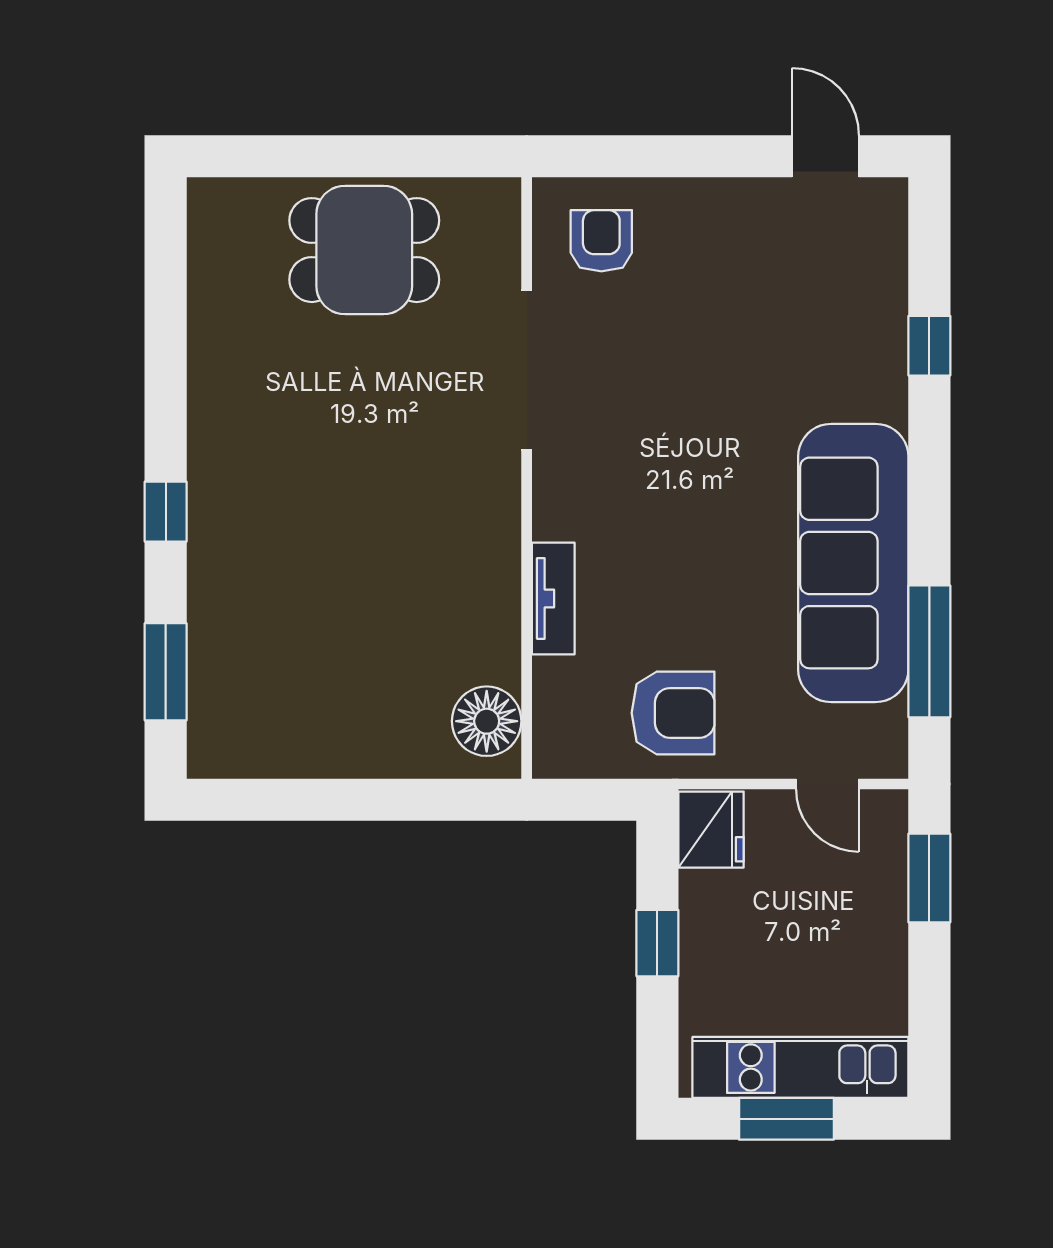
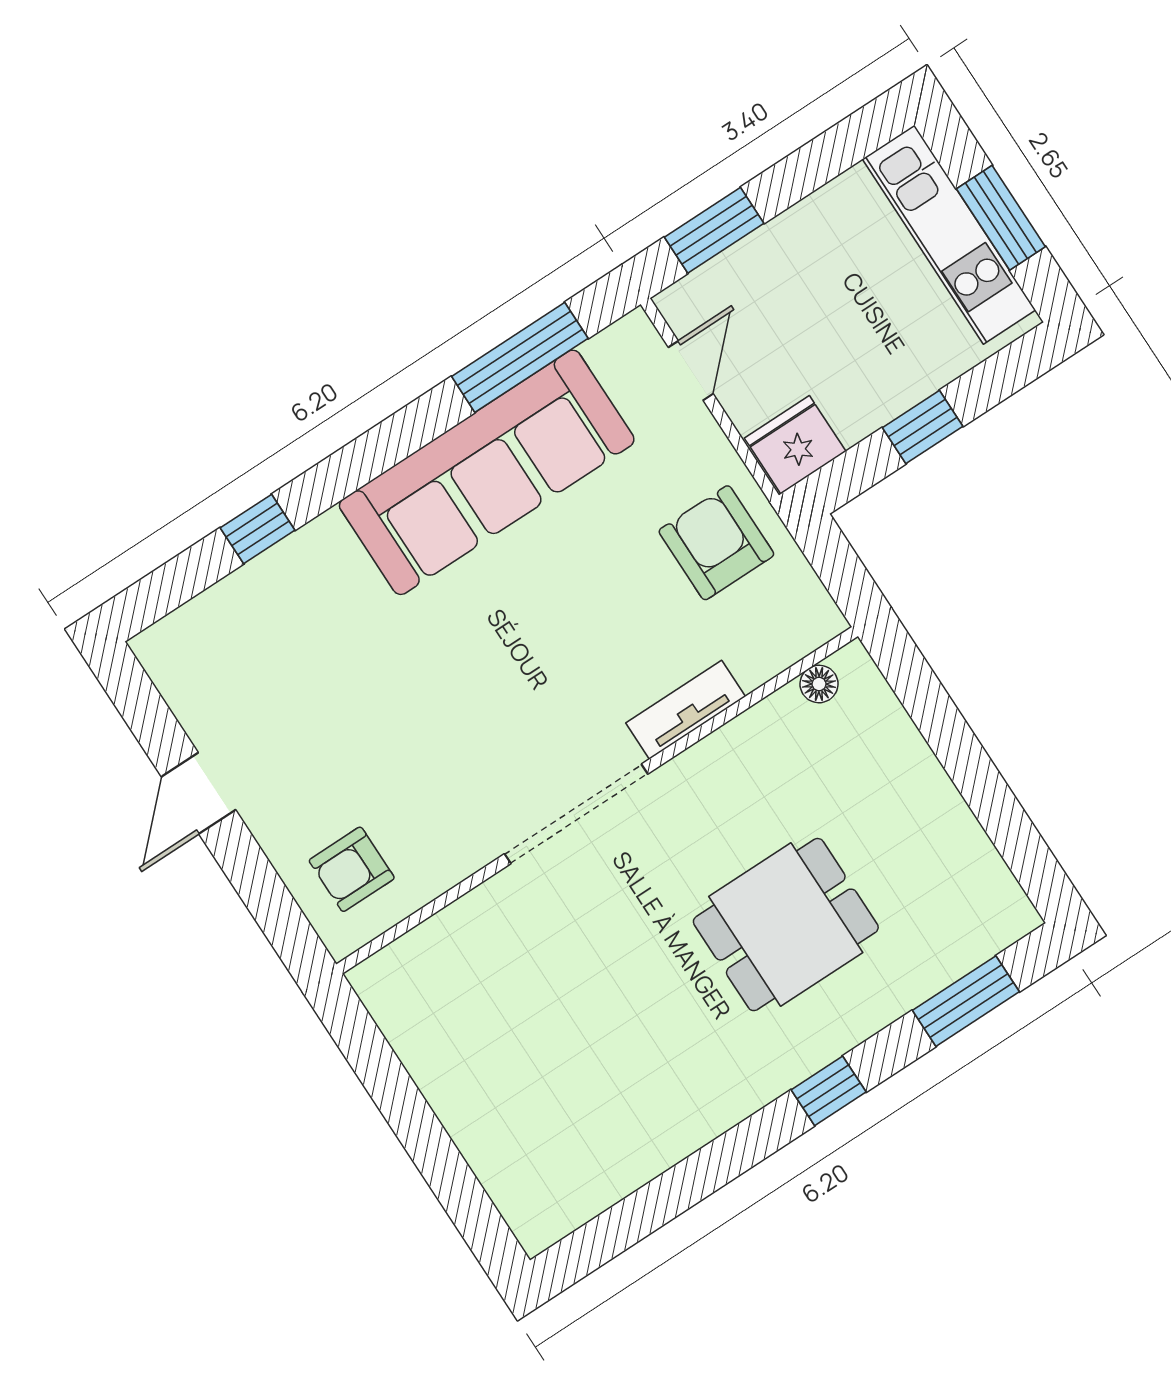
door: (825, 156) -> (198, 793), moved
dining table: (364, 250) -> (786, 925), moved, turned 90
doorway: (527, 370) -> (576, 814), moved
floor lamp: (487, 721) -> (819, 684), width x0.53, depth x0.53

